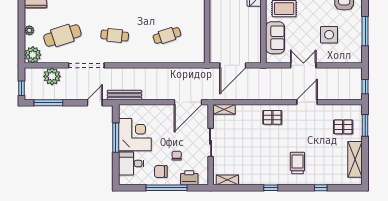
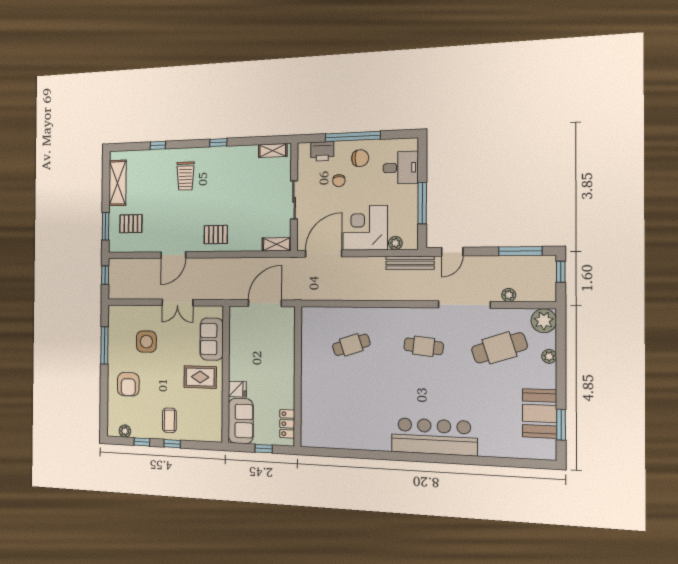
plant: (52, 76) -> (509, 295), width x0.53, depth x0.53
plant: (135, 109) -> (395, 243), added
corner desk: (135, 135) -> (365, 228), moved, turned 90

